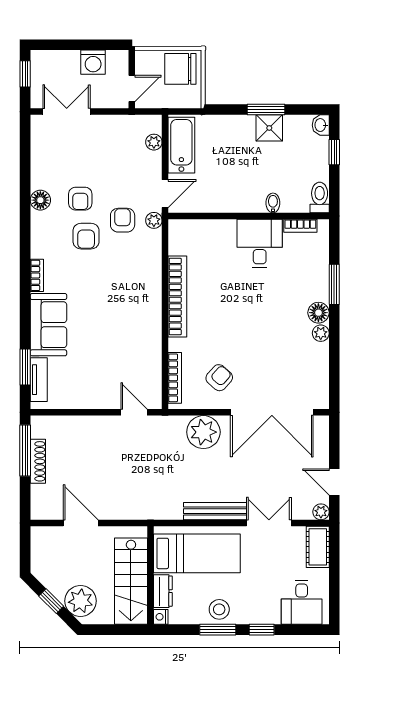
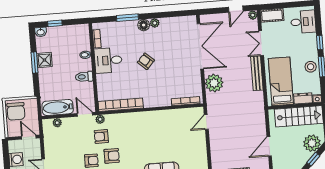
toilet: (320, 197) -> (84, 77), moved
bookcase: (177, 297) -> (121, 105), moved
armchair: (219, 378) -> (146, 61), moved

